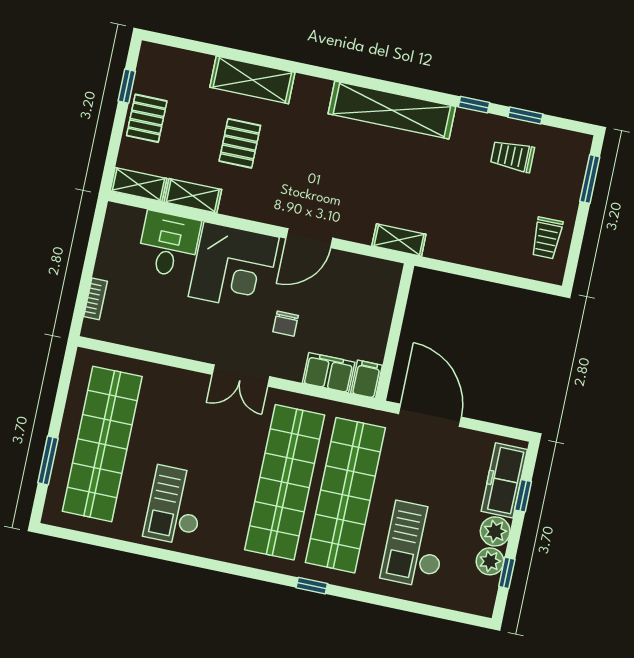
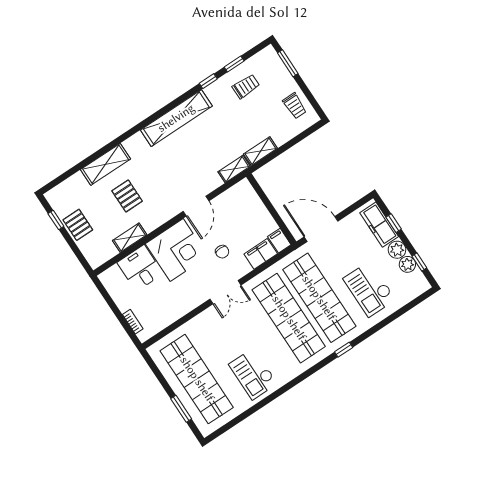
trolley: (512, 156) -> (246, 86), turned 180
shelving: (139, 185) -> (260, 151), moved

